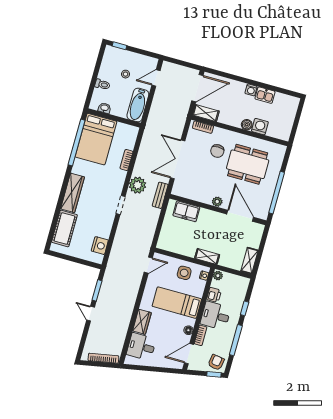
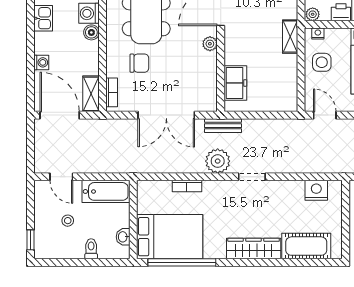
washing machine: (251, 90) -> (41, 62), moved

